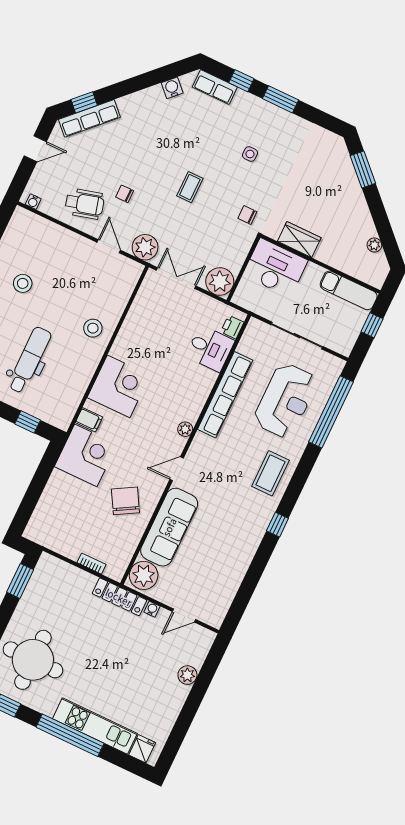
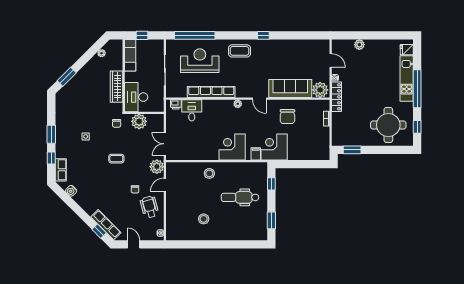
wardrobe: (299, 240) -> (117, 87), width x1.50
plant: (220, 281) -> (139, 121), moved
chair: (125, 501) -> (287, 117), turned -60

